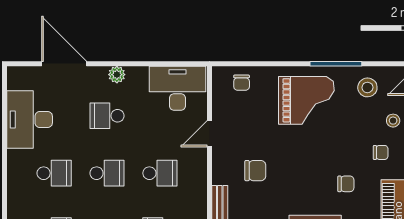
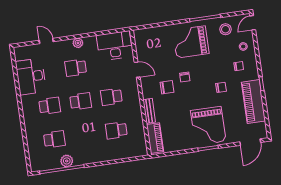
door: (64, 64) -> (46, 41), width x0.53
chair: (242, 83) -> (185, 77), moved
grand piano: (306, 100) -> (191, 42), turned 180
door: (210, 134) -> (137, 70), swing flipped
school desk: (160, 173) -> (111, 97), turned 180

